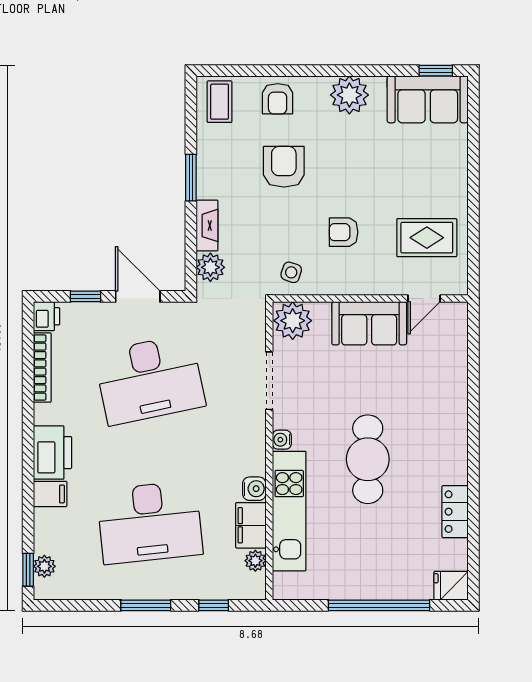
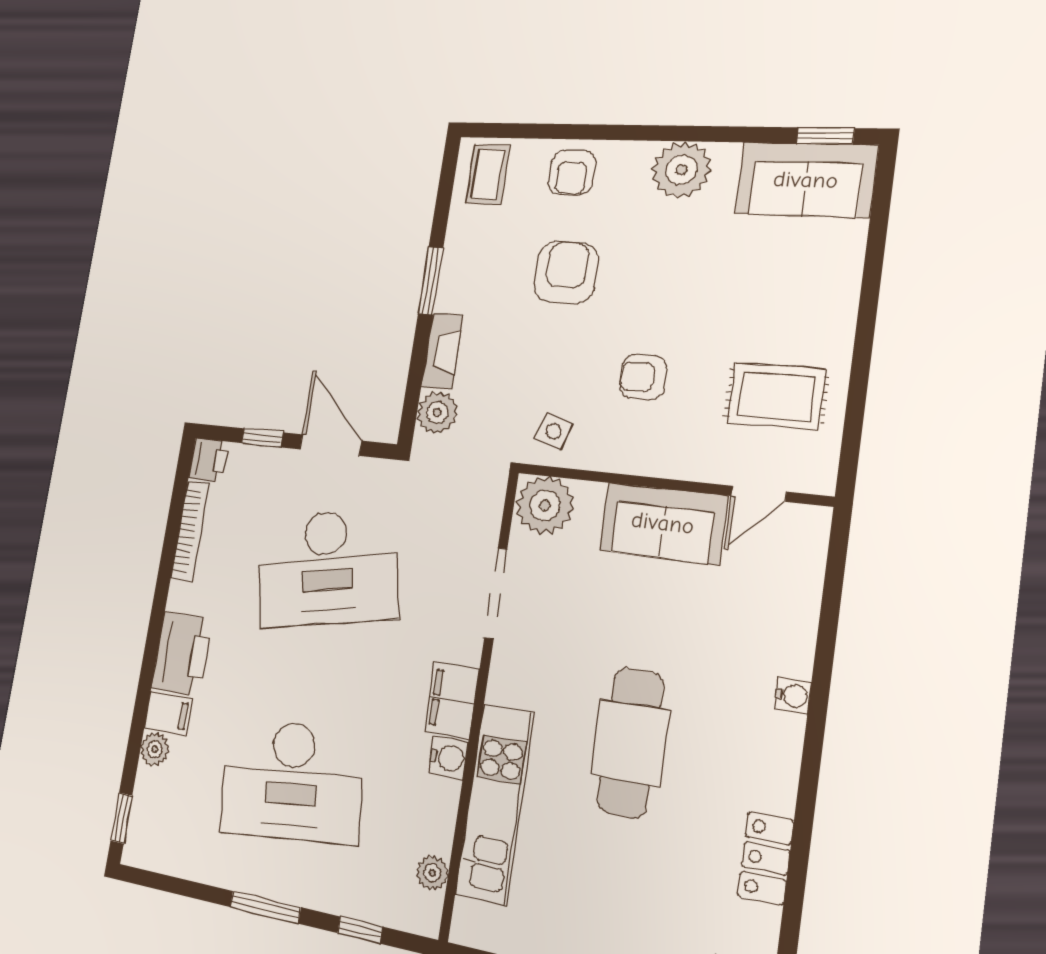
water cooler: (282, 440) -> (793, 696), moved, turned 180
filing cabinet: (251, 525) -> (452, 700), moved
plant: (44, 566) -> (155, 749), moved

